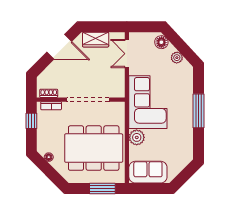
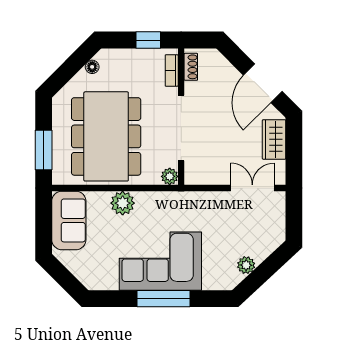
floor lamp: (161, 42) -> (270, 241), removed
corner sofa: (148, 102) -> (160, 261), moved, turned 180
plant: (120, 107) -> (170, 176), added

